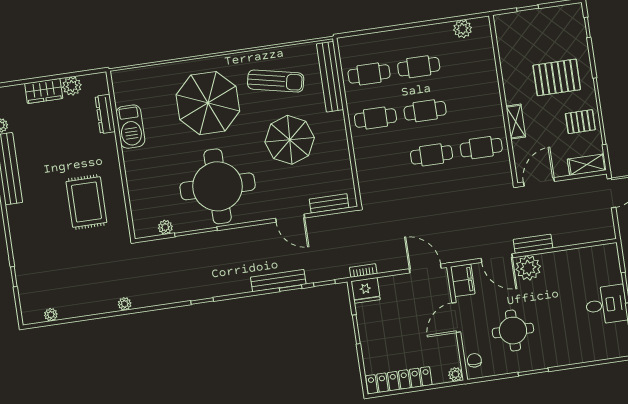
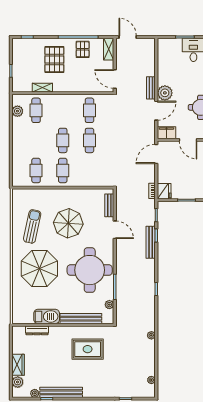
cafe table: (419, 67) -> (36, 110), moved
bench: (330, 77) -> (81, 319), moved
plant: (72, 86) -> (18, 382), moved
shelving: (516, 122) -> (42, 88), moved
door: (290, 218) -> (115, 230), hinge flipped

